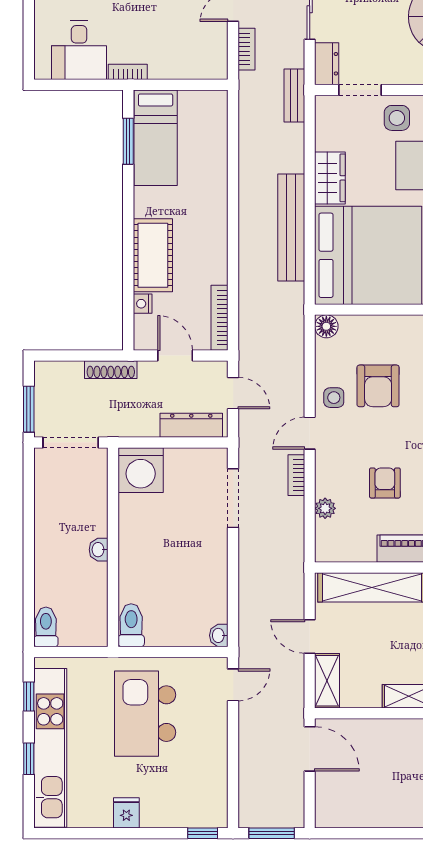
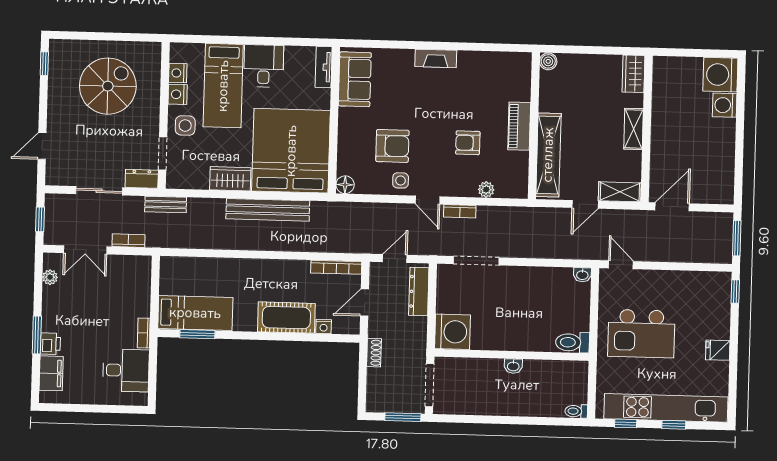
shoe rack: (111, 370) -> (374, 353), width x0.70
toilet: (46, 627) -> (576, 411), width x0.73, depth x0.72

